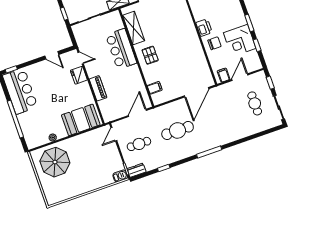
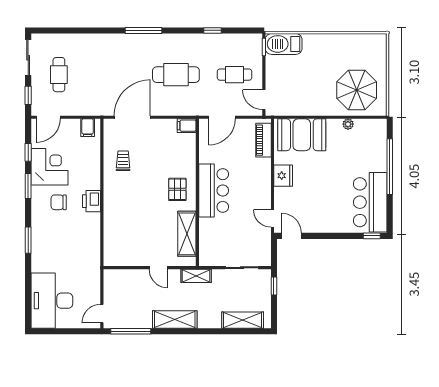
chair: (214, 43) -> (59, 202), moved
bar counter: (121, 49) -> (214, 191), moved
door: (52, 55) -> (292, 236), moved
trolley: (193, 61) -> (123, 161), added
fridge: (79, 75) -> (283, 176), moved
door: (240, 77) -> (48, 117), moved
piano: (98, 88) -> (263, 140), moved
filing cabinet: (155, 88) -> (187, 126), moved
door: (114, 134) -> (264, 100), swing flipped
dresser: (137, 170) -> (250, 40), removed
barbecue: (120, 176) -> (284, 44), width x1.88, depth x1.53

